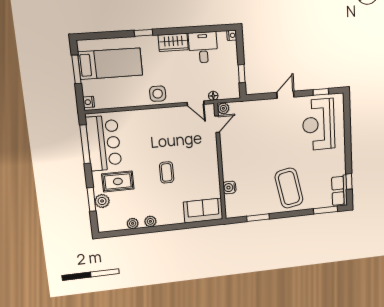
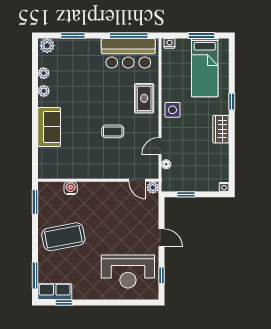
desk: (203, 47) -> (214, 158), removed
plant: (223, 108) -> (153, 188), moved
door: (217, 124) -> (137, 180), moved
reception desk: (319, 124) -> (128, 272), turned 180
wall: (220, 162) -> (98, 180), moved
coffee table: (167, 172) -> (113, 131), moved
rug: (118, 181) -> (144, 98), moved
water cooler: (229, 187) -> (71, 188), moved
plant: (102, 201) -> (47, 46), moved
sofa: (203, 211) -> (49, 127), moved

